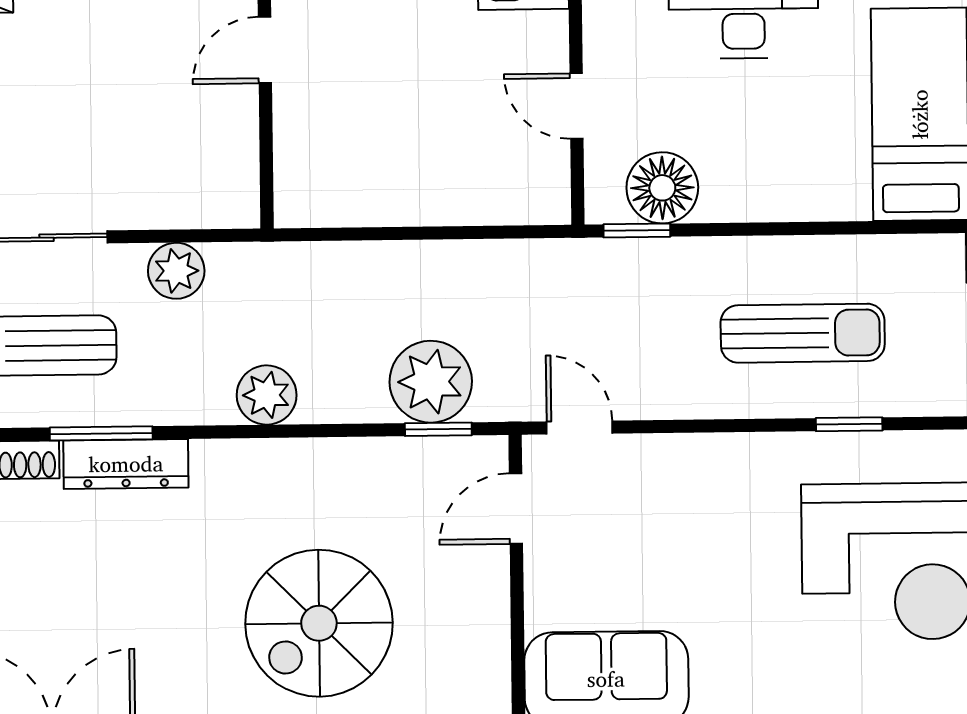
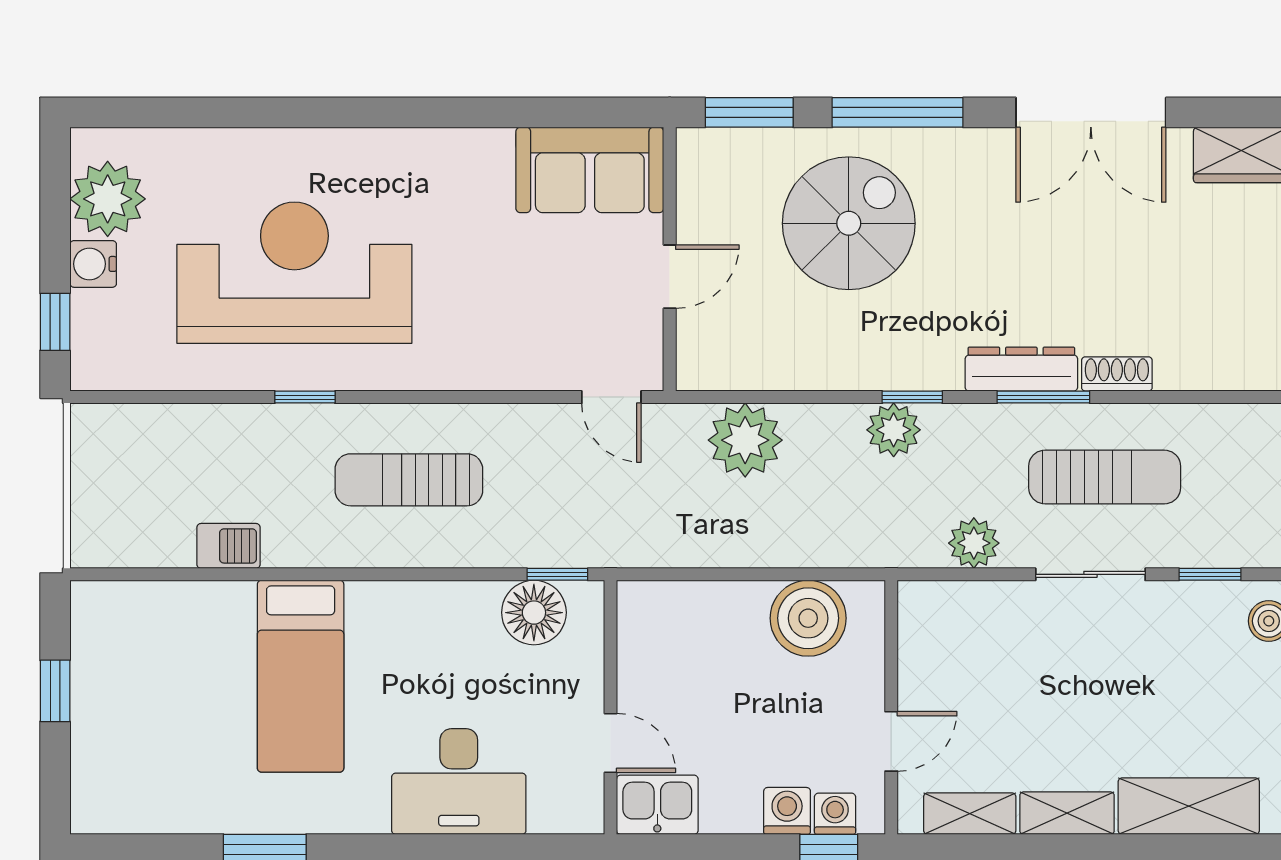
door: (576, 106) -> (611, 743), moved
boiler: (359, 185) -> (808, 618), added
window: (849, 424) -> (305, 397), moved
window: (438, 429) -> (912, 397), moved
door: (516, 509) -> (670, 277), moved

